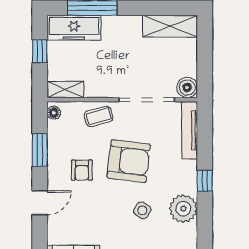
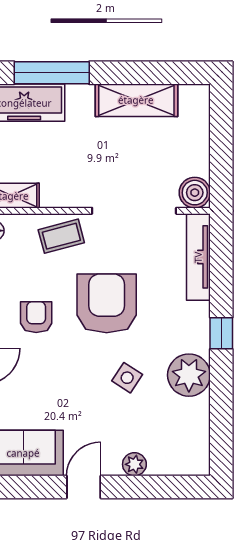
shelving: (170, 26) -> (136, 100), moved
armchair: (129, 161) -> (107, 303), turned -97
armchair: (82, 170) -> (36, 317), turned 180

